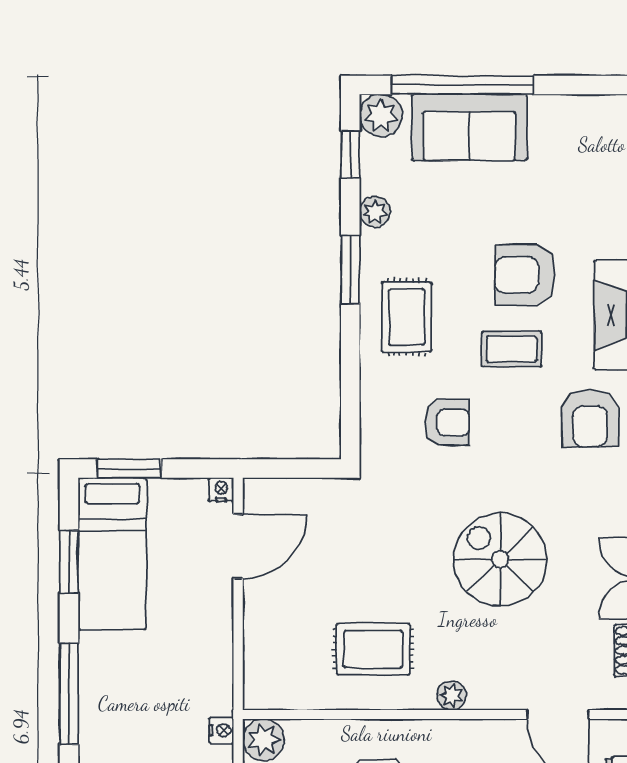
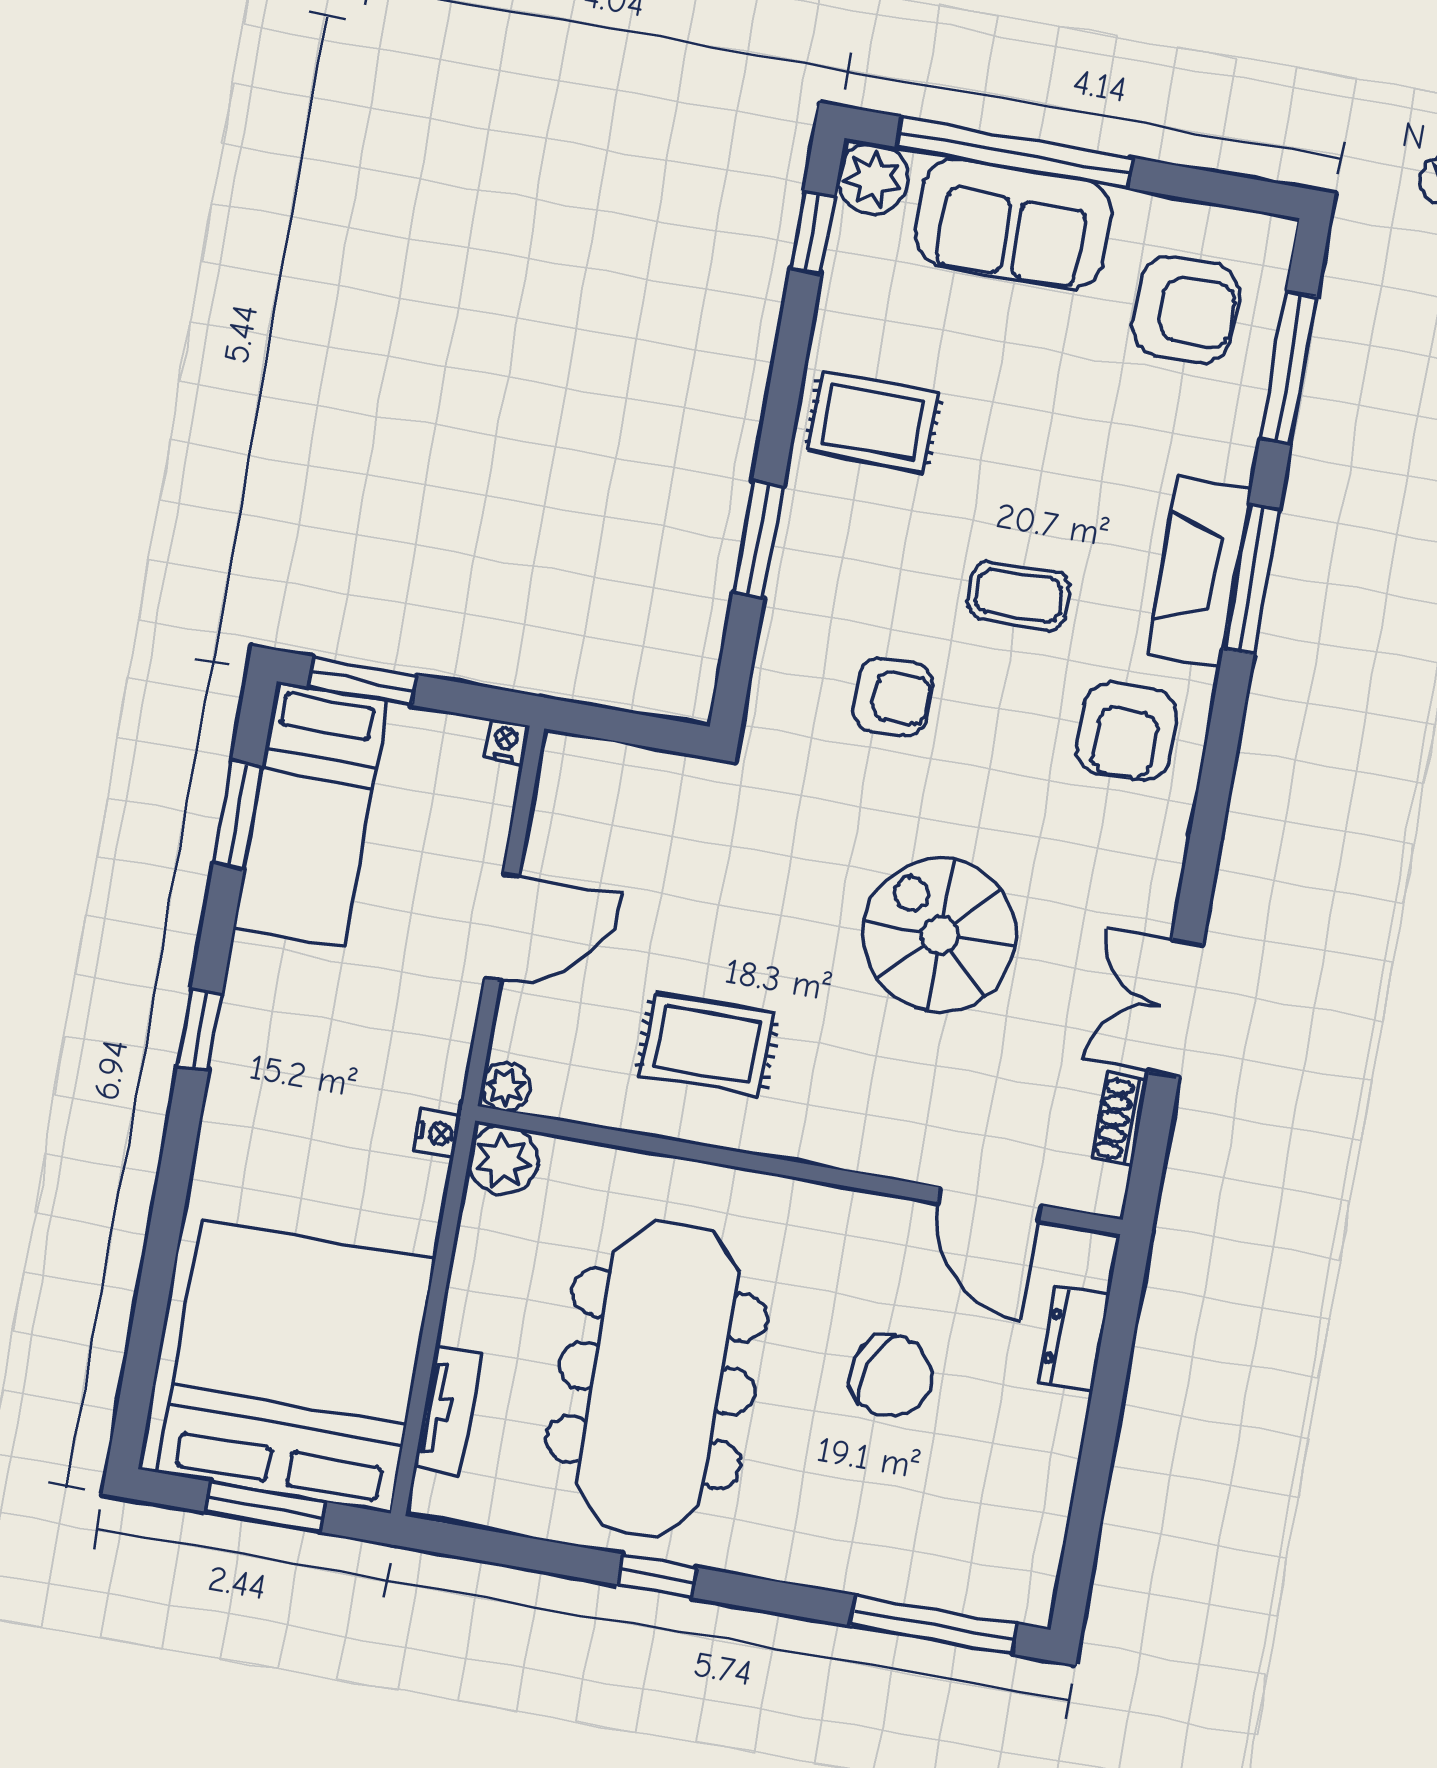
plant: (375, 212) -> (836, 334), removed
window: (350, 270) -> (758, 540), moved
armchair: (525, 275) -> (1185, 310), moved, turned 180
rug: (407, 317) -> (873, 422), moved, turned 90
door: (238, 546) -> (502, 927), moved
window: (69, 694) -> (200, 1030), width x0.46
plant: (452, 695) -> (505, 1087), moved

